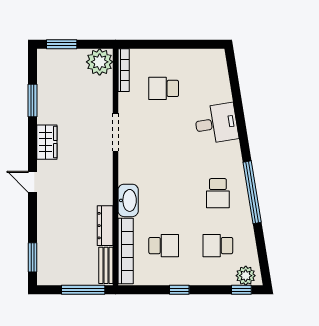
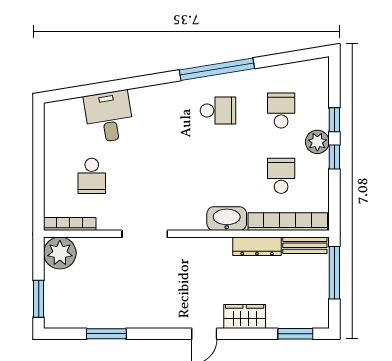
desk: (216, 123) -> (109, 117), moved
wardrobe: (47, 142) -> (245, 316), moved
school desk: (218, 246) -> (281, 110), turned 180
plant: (246, 276) -> (317, 142), moved
window: (241, 290) -> (334, 120), moved

